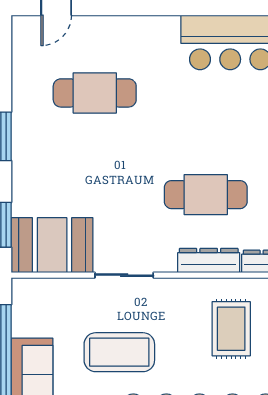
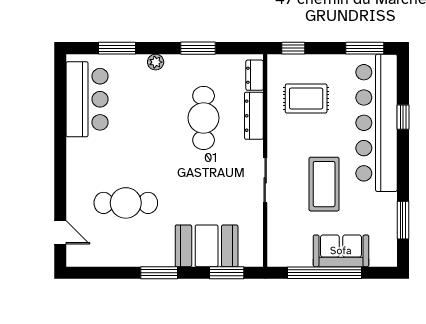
cafe table: (95, 93) -> (126, 203), turned 90
booth: (52, 245) -> (207, 246), moved, turned 90

